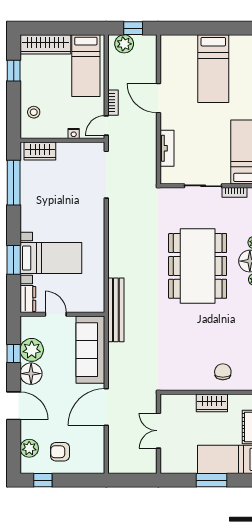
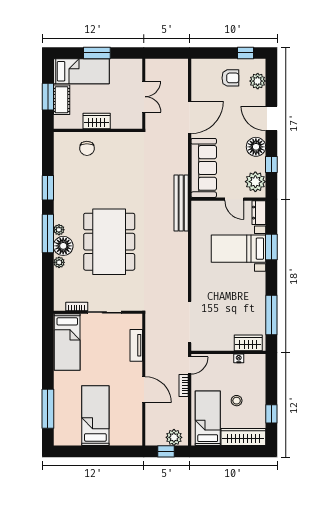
stool: (34, 112) -> (237, 401), moved
nightstand: (74, 133) -> (239, 358), moved
plant: (32, 350) -> (255, 182), moved

